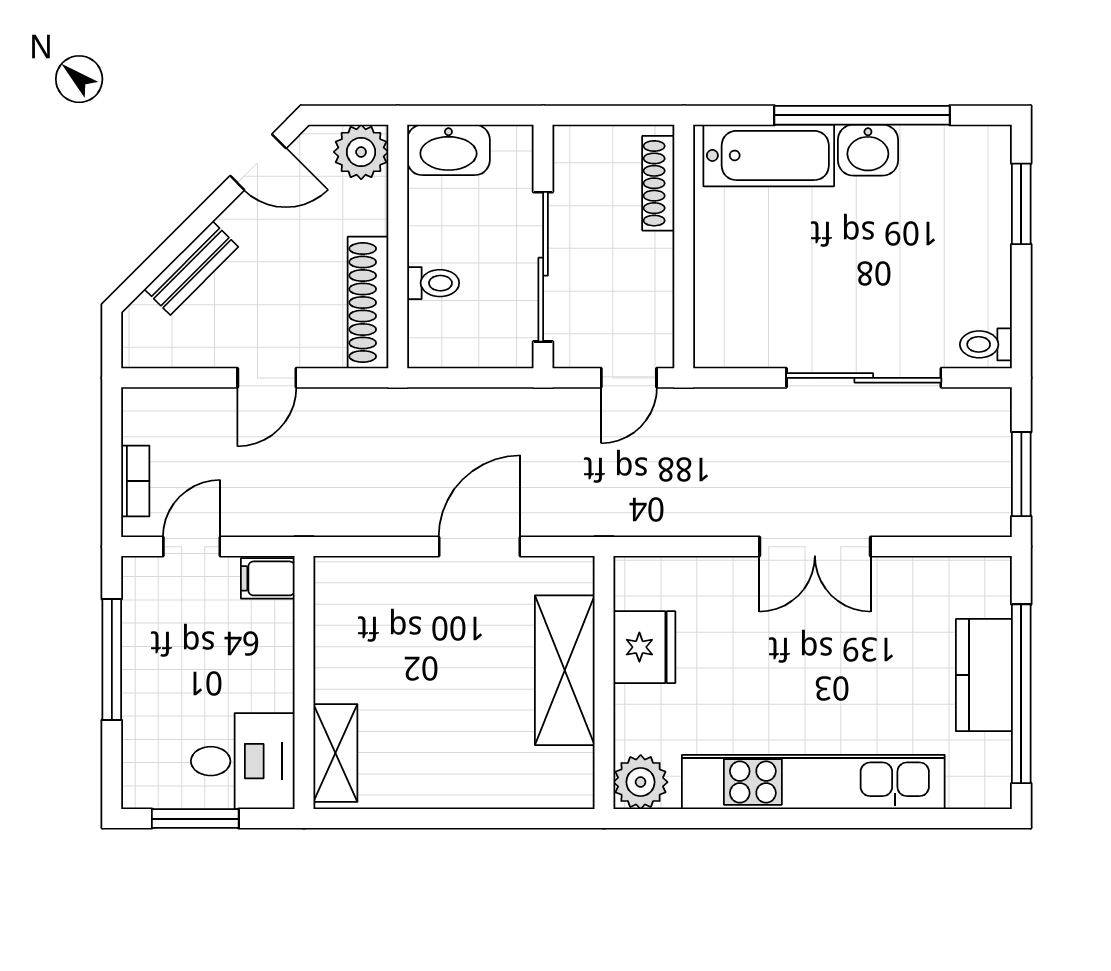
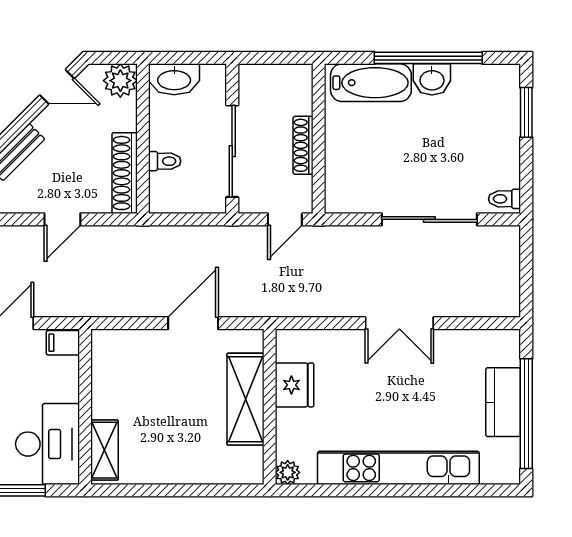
shoe rack: (658, 183) -> (303, 145), moved
window: (1021, 474) -> (526, 279), removed
desk: (243, 761) -> (48, 444), width x1.37
plant: (641, 782) -> (288, 472), width x0.73, depth x0.73

